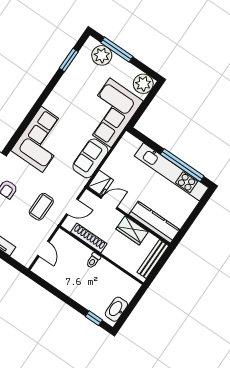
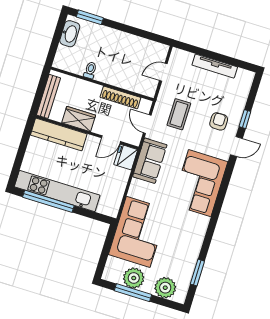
window: (117, 50) -> (133, 293), moved
plant: (143, 84) -> (134, 278), moved
sofa: (90, 158) -> (150, 161), moved
door: (72, 207) -> (147, 124), hinge flipped
door: (43, 249) -> (163, 72), hinge flipped
toilet: (93, 260) -> (90, 70), moved
window: (94, 318) -> (90, 17), width x1.50

